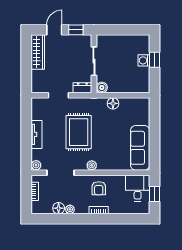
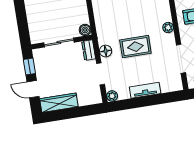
floor lamp: (113, 103) -> (106, 51), moved
rug: (79, 132) -> (135, 47), width x0.73, depth x0.70
plant: (36, 165) -> (112, 96), moved

